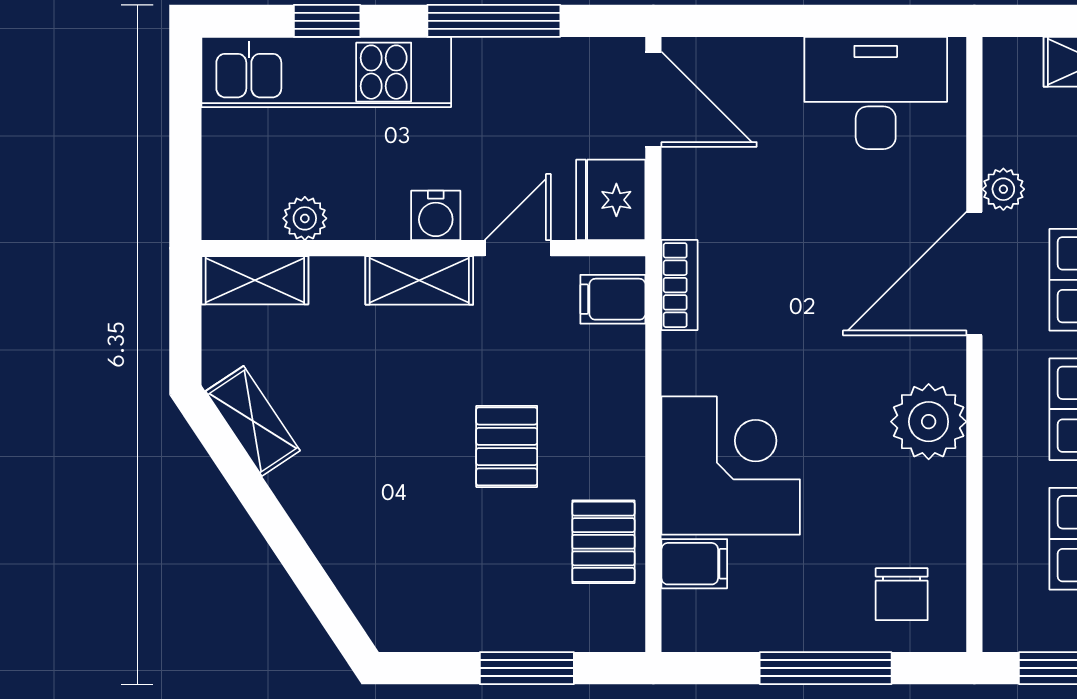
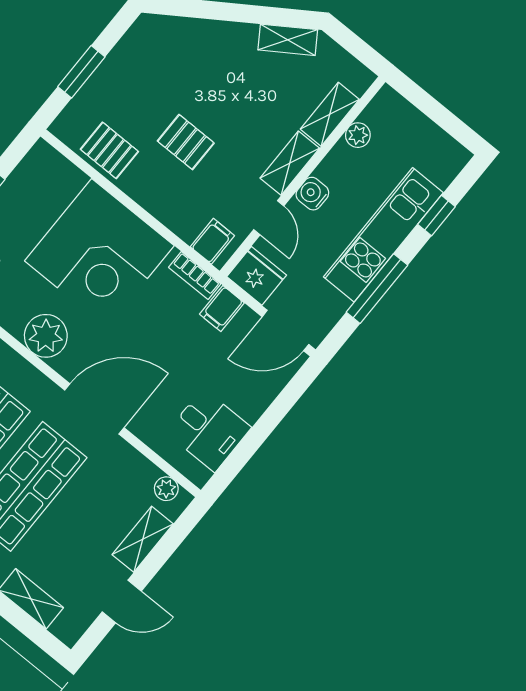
kitchen unit: (326, 72) -> (383, 235), moved
desk: (876, 93) -> (209, 430), width x0.73
plant: (1003, 189) -> (166, 489), moved
door: (974, 274) -> (94, 409), hinge flipped
shelving: (255, 280) -> (330, 114), moved
corner desk: (731, 466) -> (99, 253), width x1.36, depth x1.36
filing cabinet: (694, 564) -> (222, 309), moved

